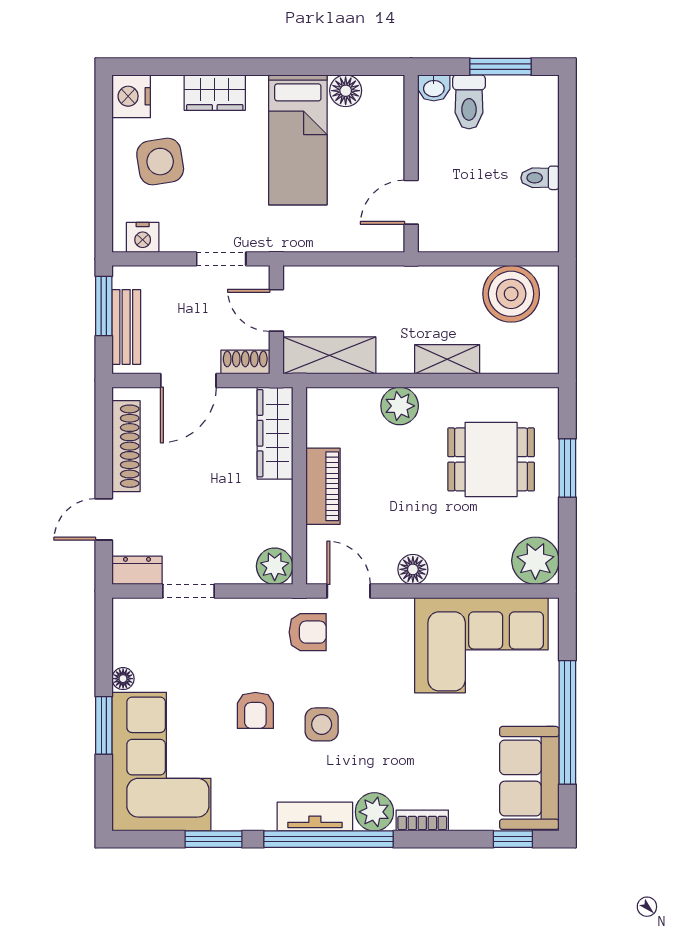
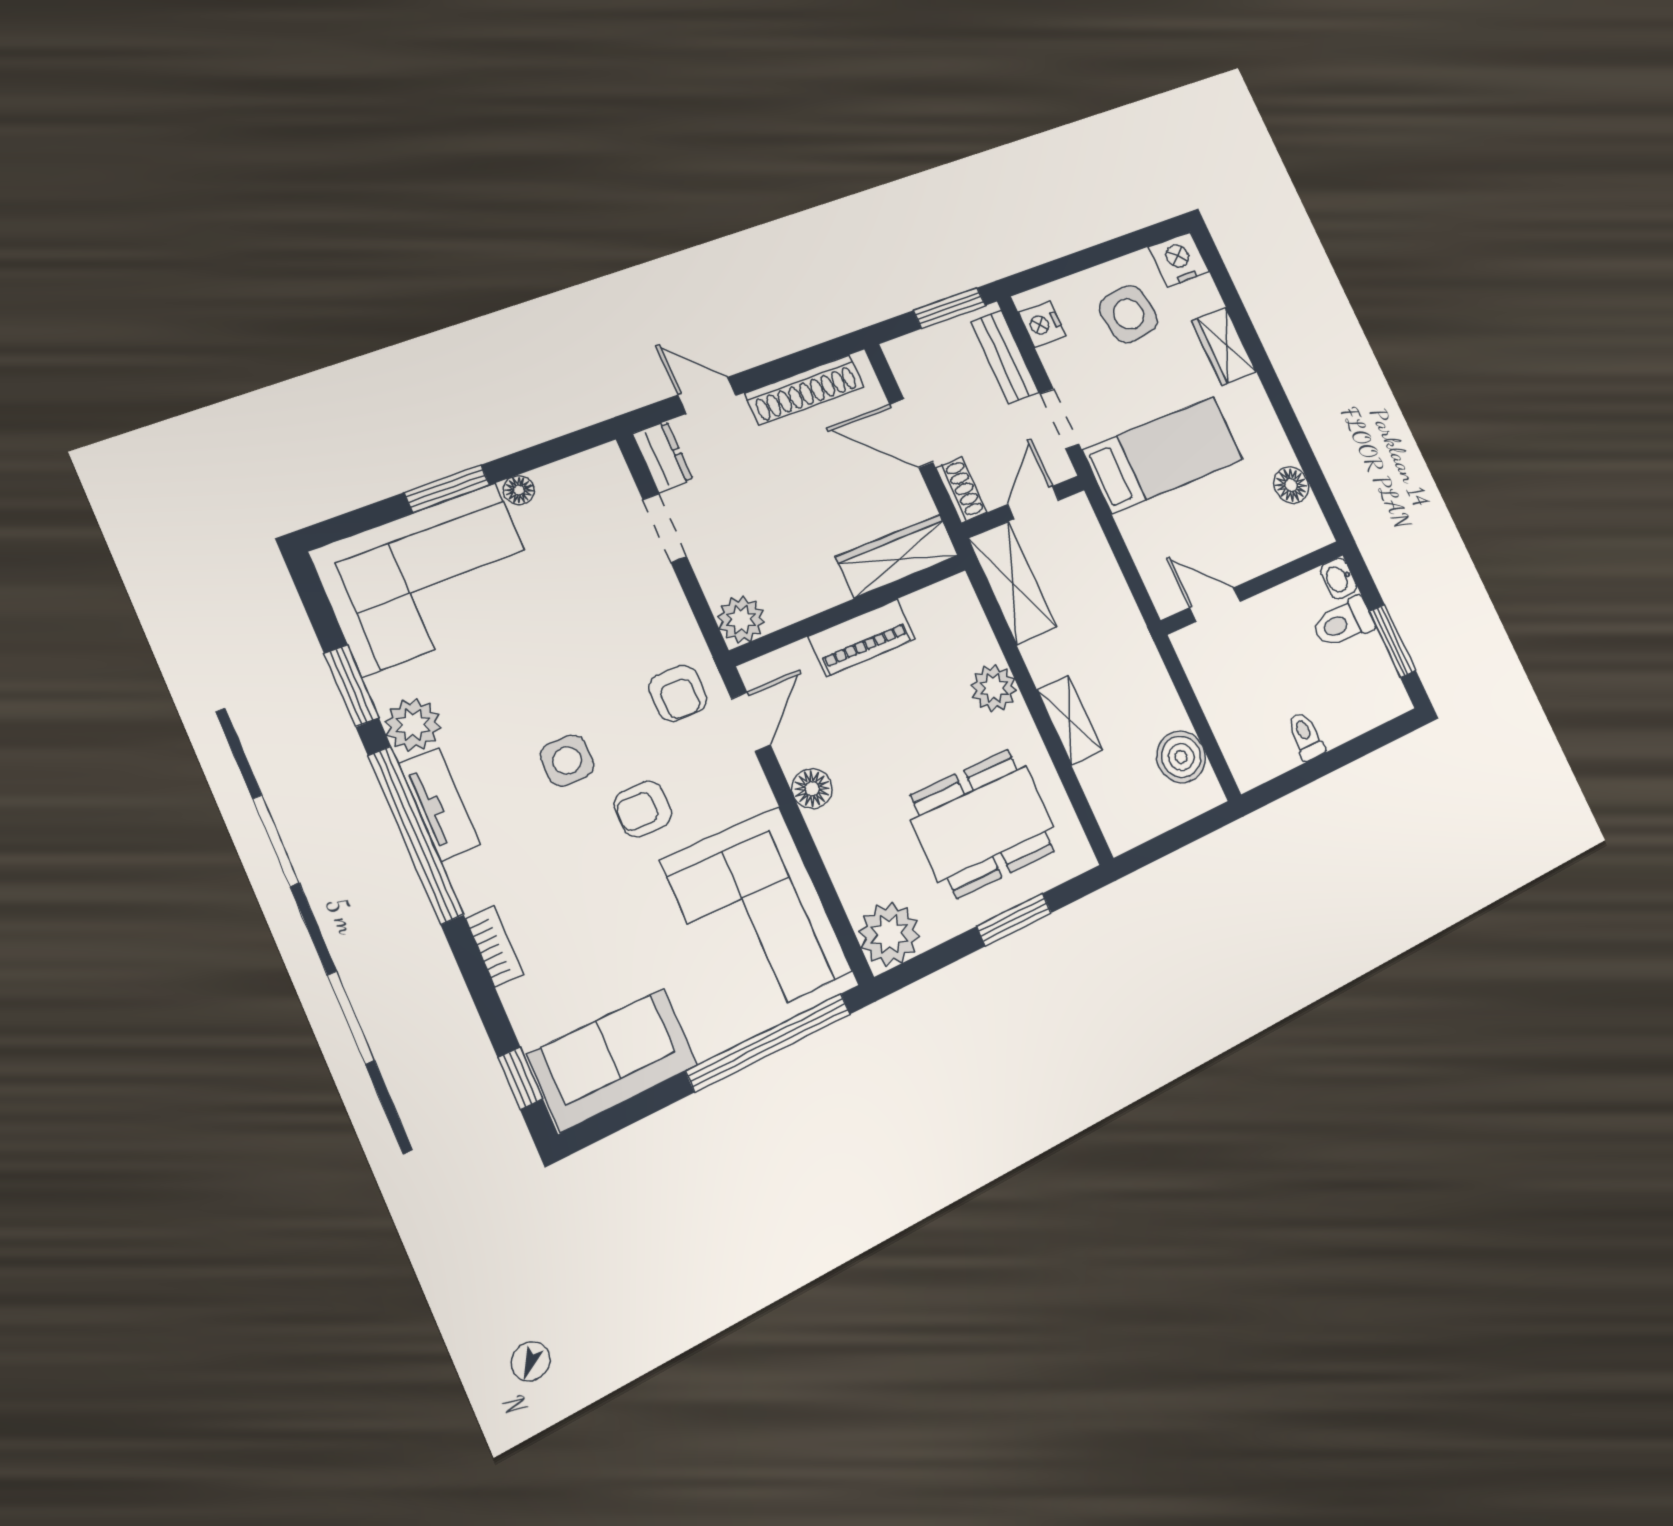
bed: (298, 140) -> (1163, 455), moved, turned 180
boiler: (511, 294) -> (1181, 757), width x0.73, depth x0.73
bench: (126, 327) -> (1005, 357), moved, turned 90
dining table: (491, 459) -> (983, 823), width x1.38
armchair: (255, 710) -> (643, 809), moved
window: (567, 722) -> (769, 1042), moved
plant: (374, 812) -> (413, 725), moved

